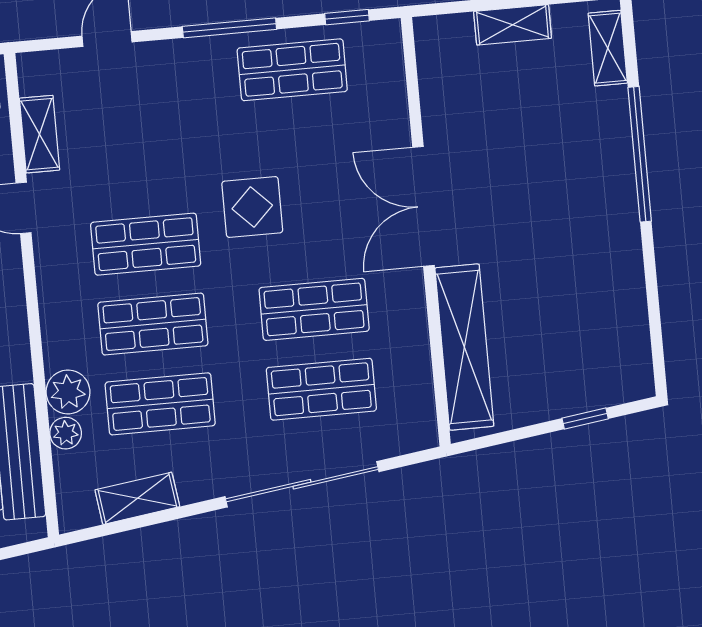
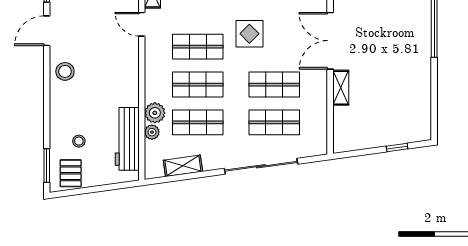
shelving: (464, 347) -> (341, 88), width x0.45, depth x0.75

